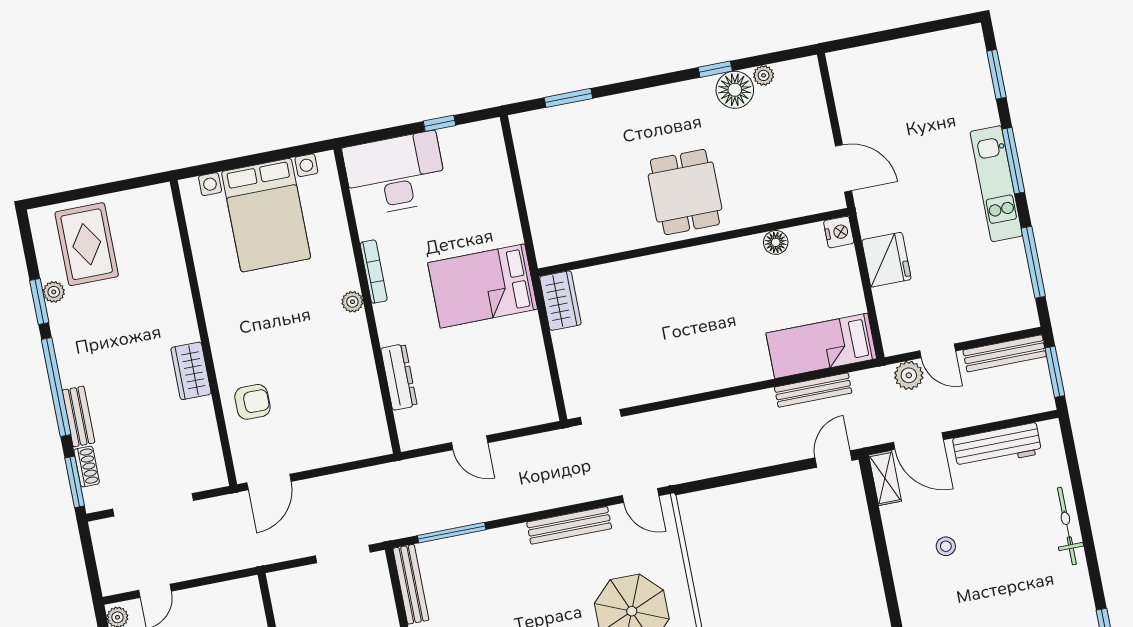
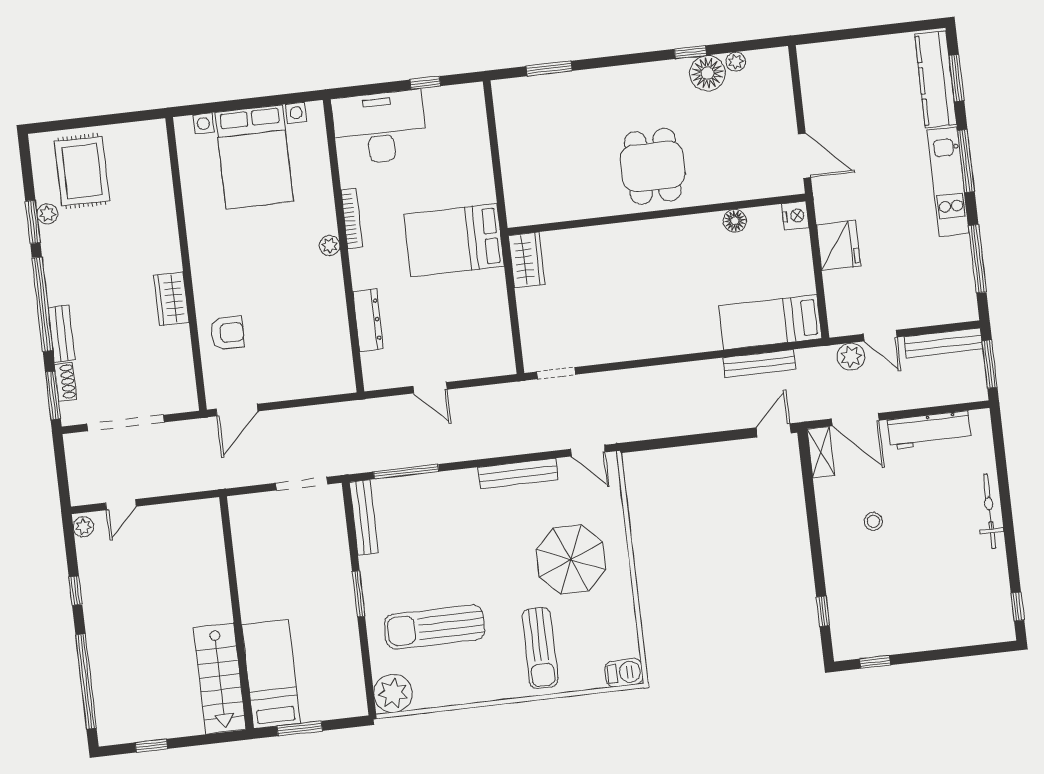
kitchen counter: (975, 77) -> (936, 79), added

